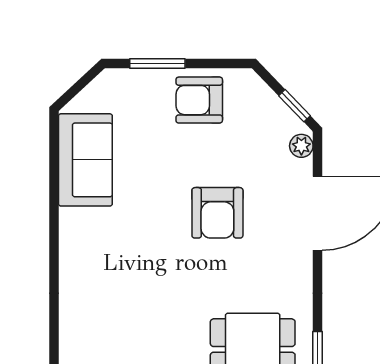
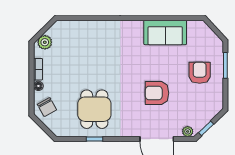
armchair: (199, 100) -> (200, 73), moved
sofa: (85, 160) -> (165, 32), moved

